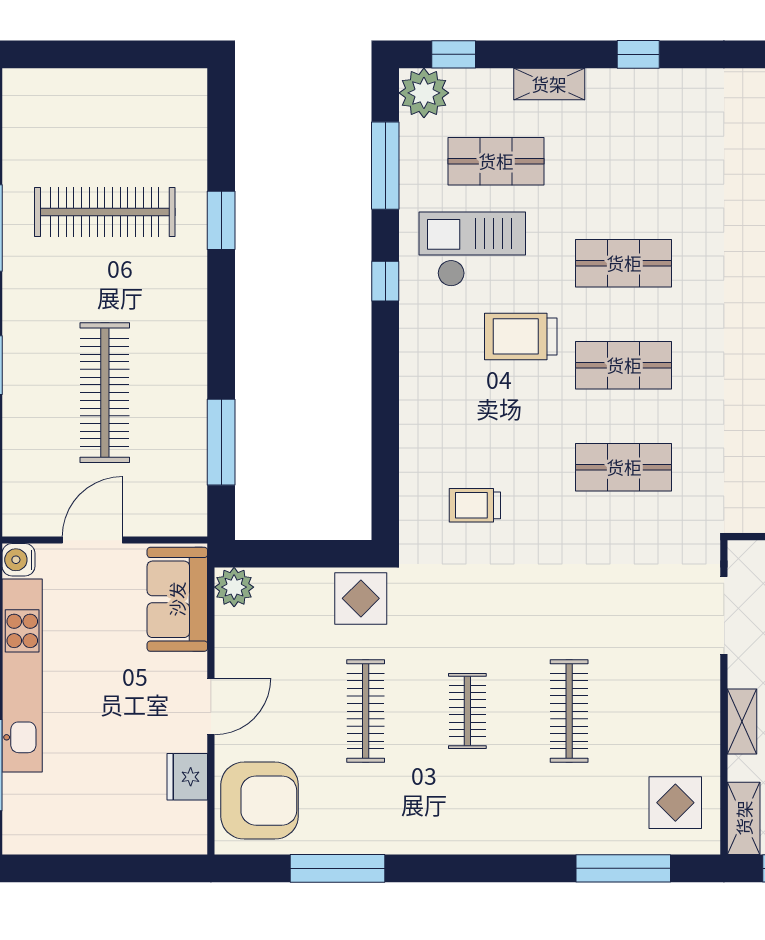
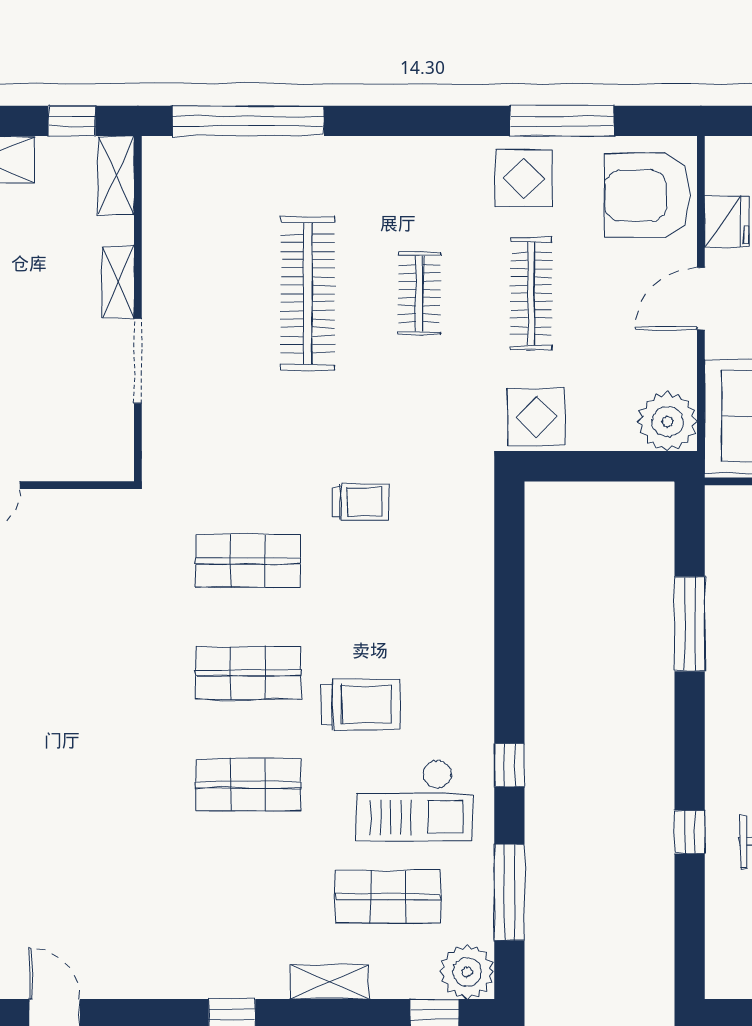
window: (221, 220) -> (690, 832), width x0.67
window: (221, 442) -> (690, 624), moved
trolley: (475, 505) -> (361, 502), moved
plant: (234, 587) -> (668, 422), width x1.36, depth x1.36
doorway: (724, 615) -> (138, 361), moved
clothes rail: (569, 711) -> (308, 294), width x1.37, depth x1.31
display table: (675, 803) -> (524, 178), moved
window: (623, 868) -> (248, 121), width x1.46

